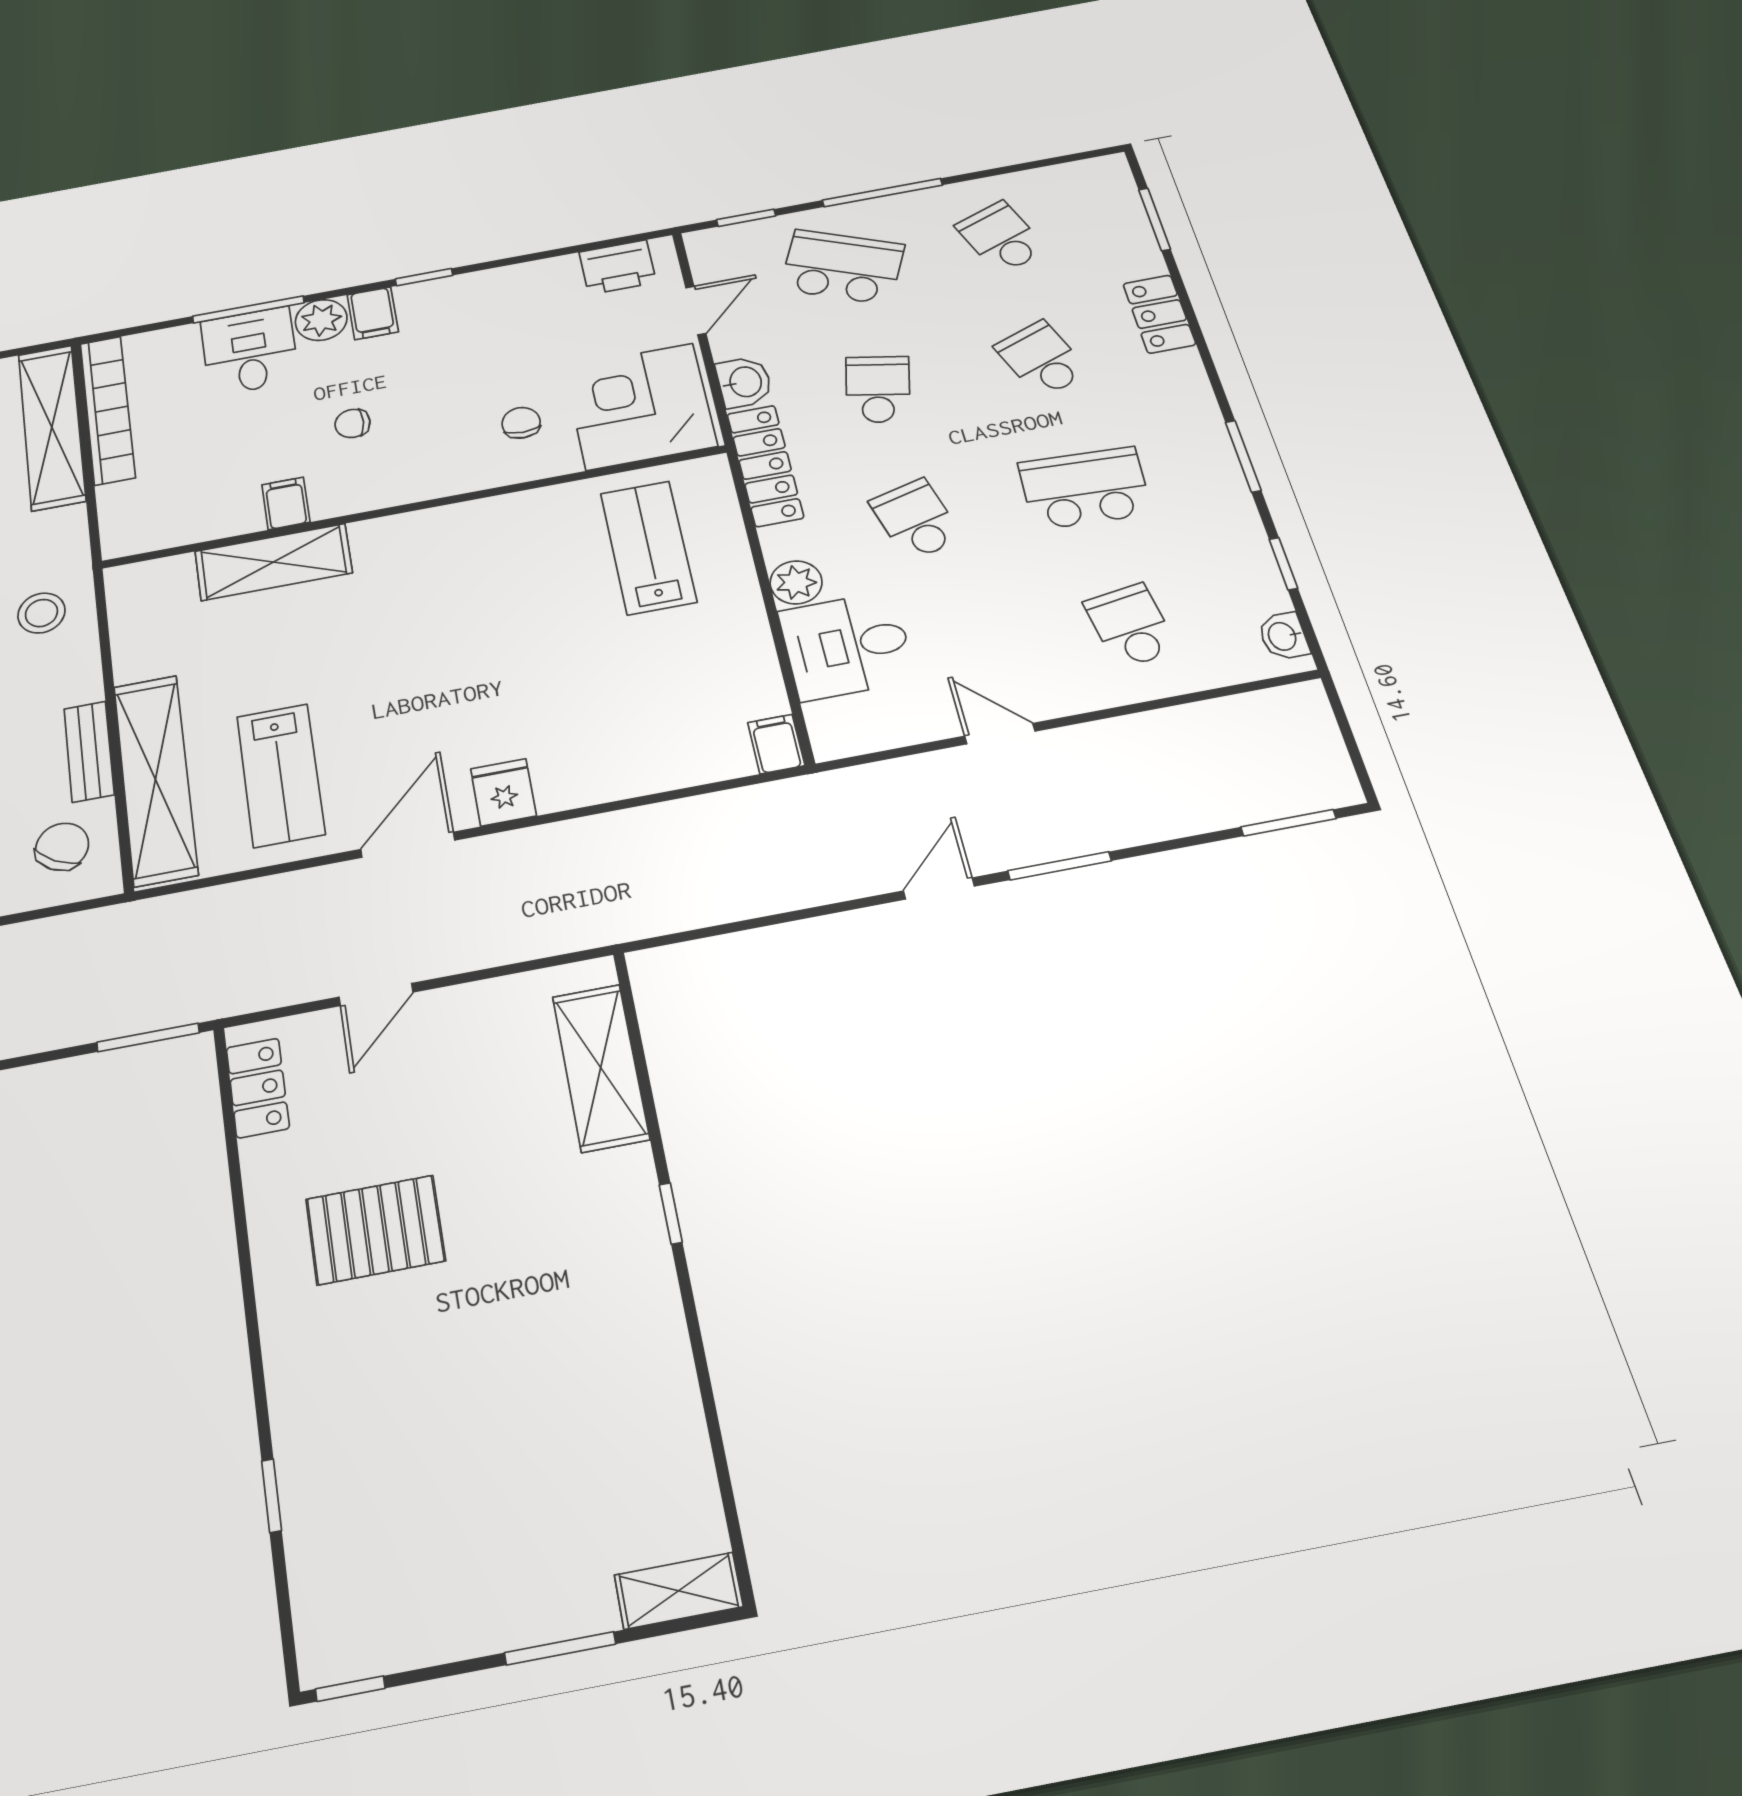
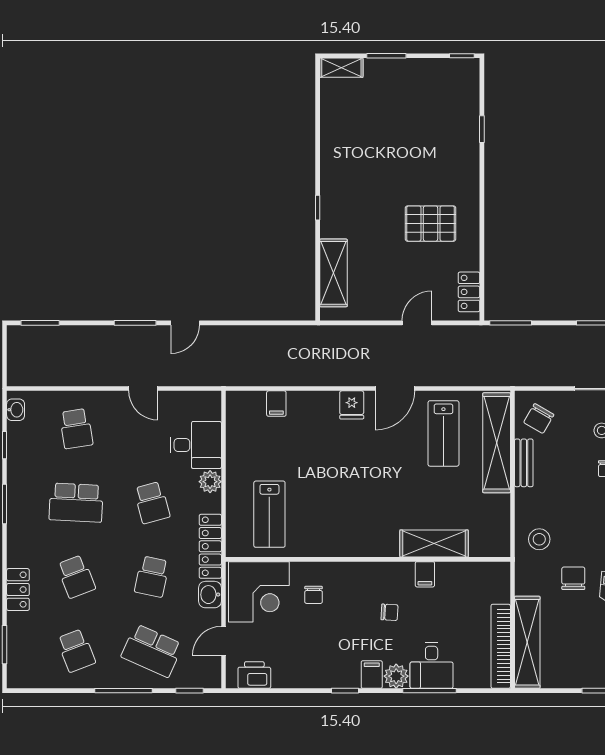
filing cabinet: (776, 744) -> (276, 404), moved
lab bench: (281, 775) -> (443, 433), turned 180

